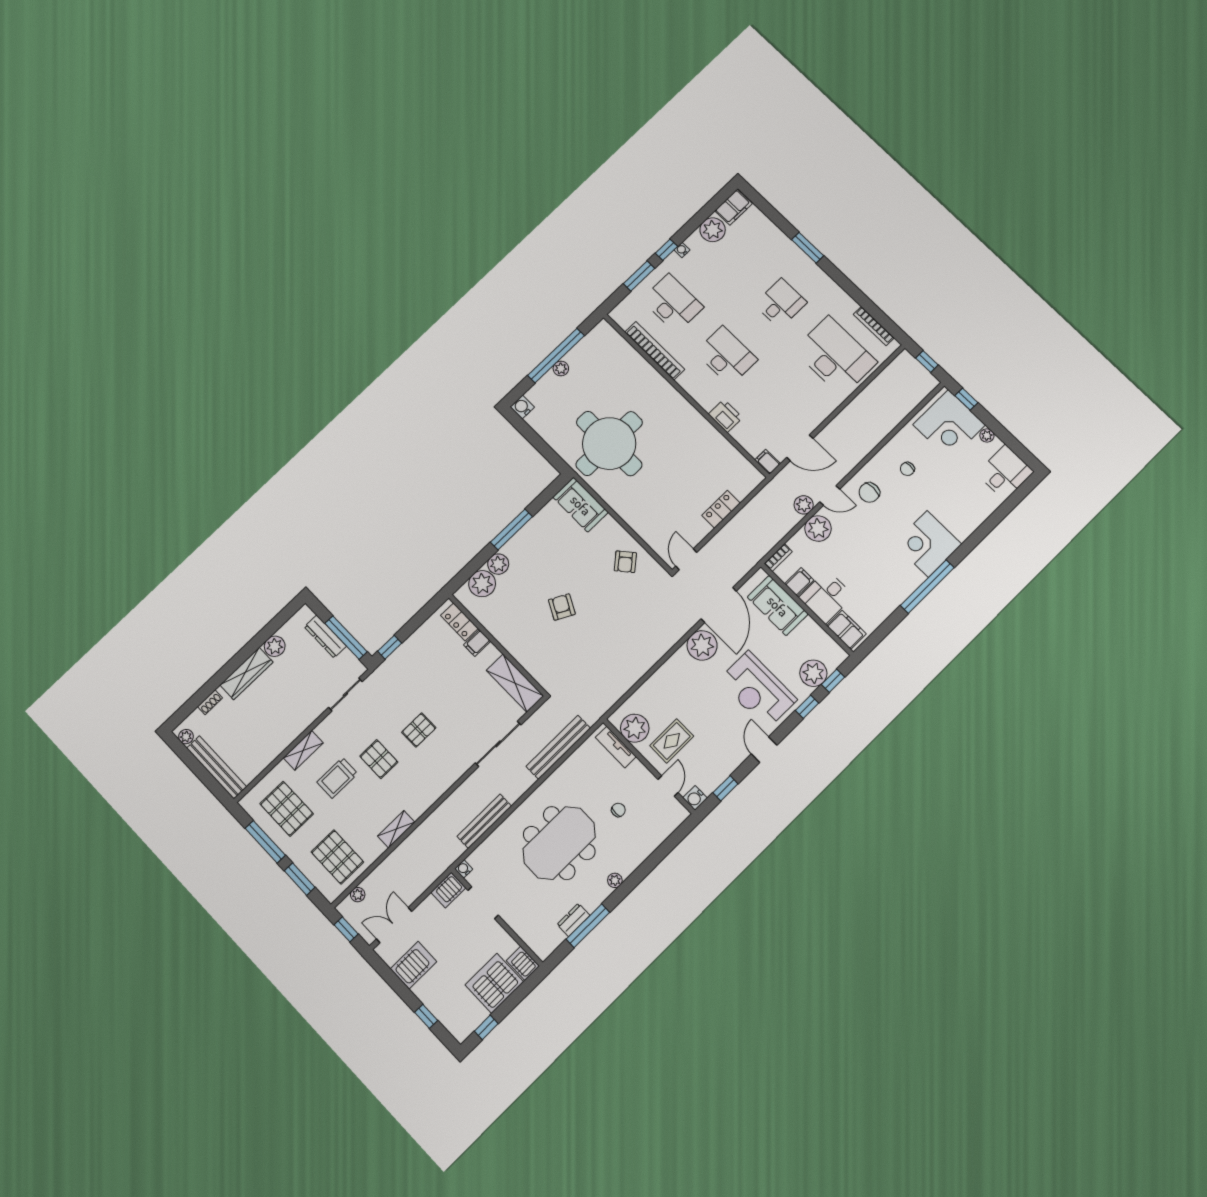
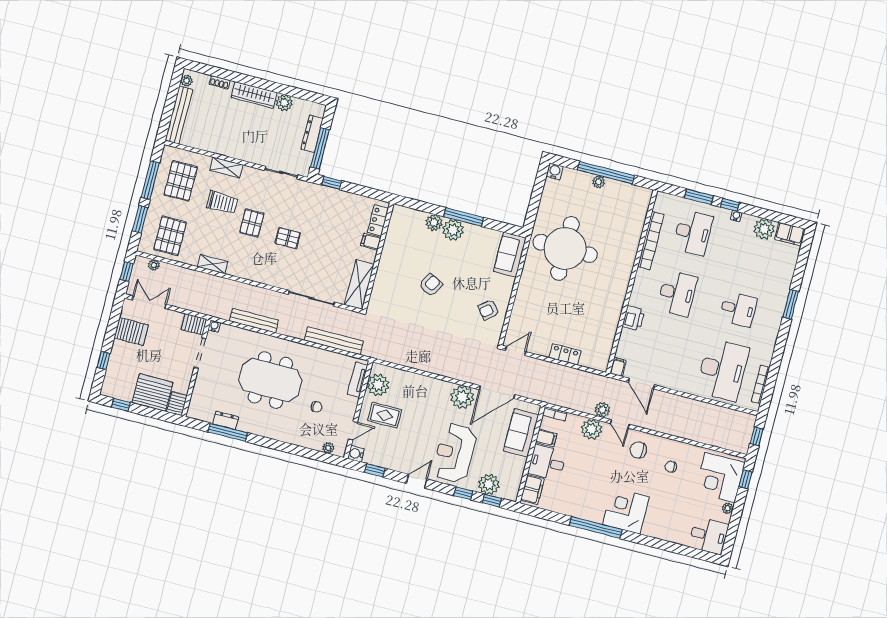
plant: (482, 584) -> (453, 230), moved
trolley: (337, 778) -> (222, 202), turned 180
plant: (615, 880) -> (328, 448), moved

